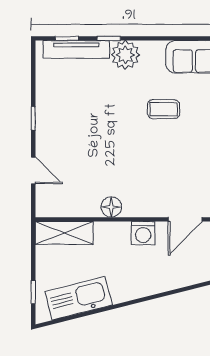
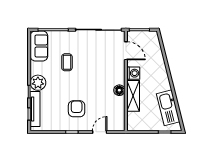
armchair: (77, 127) -> (77, 109), added
shelving: (64, 233) -> (133, 96), moved

